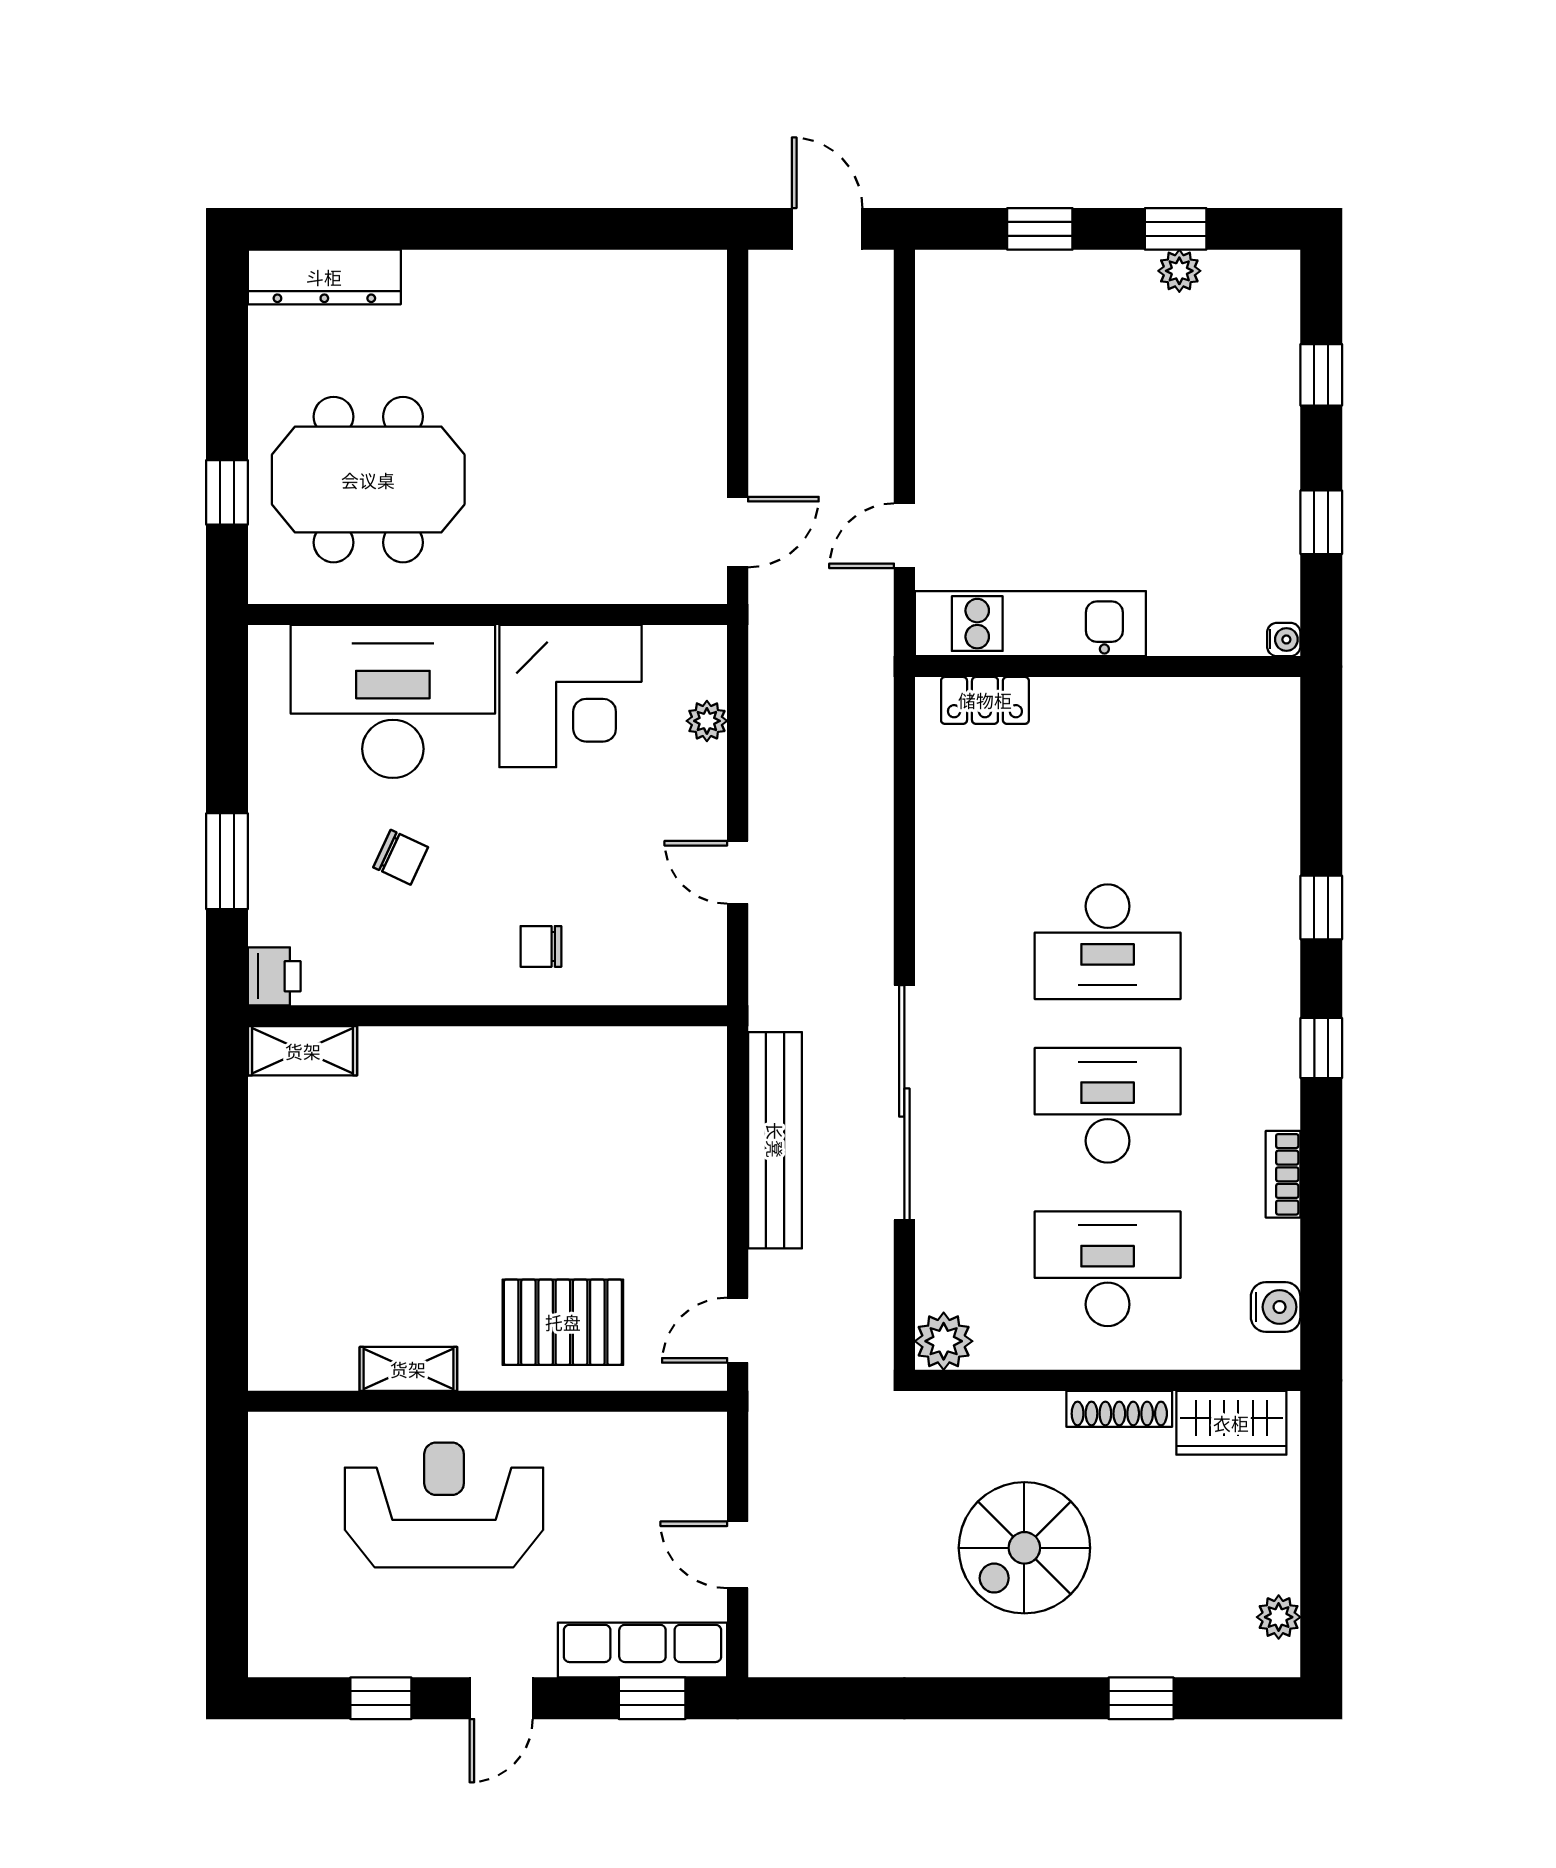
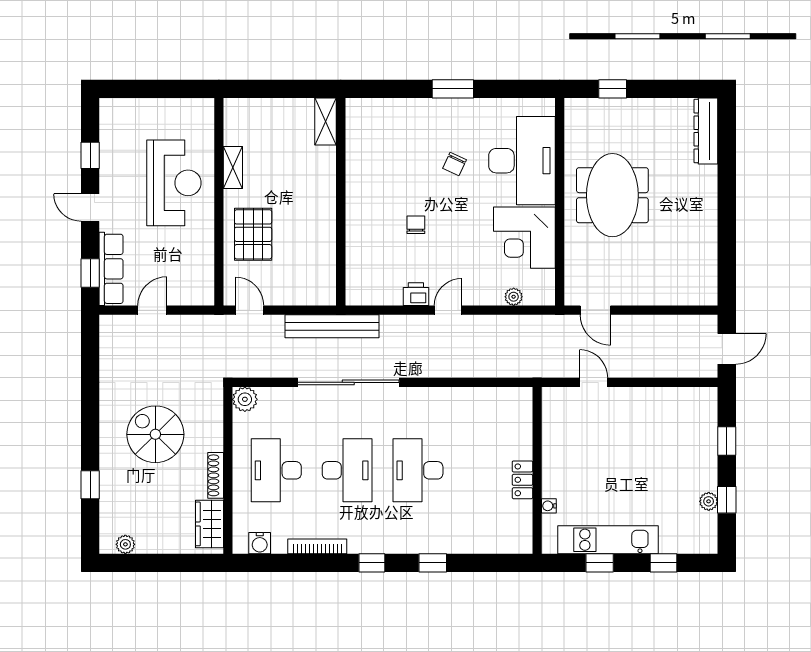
meeting table: (368, 480) -> (612, 195), moved
kitchen unit: (1030, 624) -> (608, 540), moved, turned -90
water cooler: (1284, 639) -> (549, 506), moved, turned 90
locker: (985, 700) -> (522, 480), moved
printer: (274, 976) -> (416, 294), moved, turned 180
wall: (488, 1016) -> (341, 202), moved
shelving: (303, 1051) -> (326, 122), moved
bookcase: (1283, 1174) -> (317, 546), width x1.56
desk: (1108, 1269) -> (276, 470), turned 180

